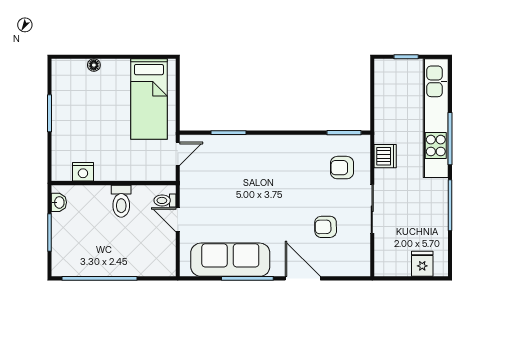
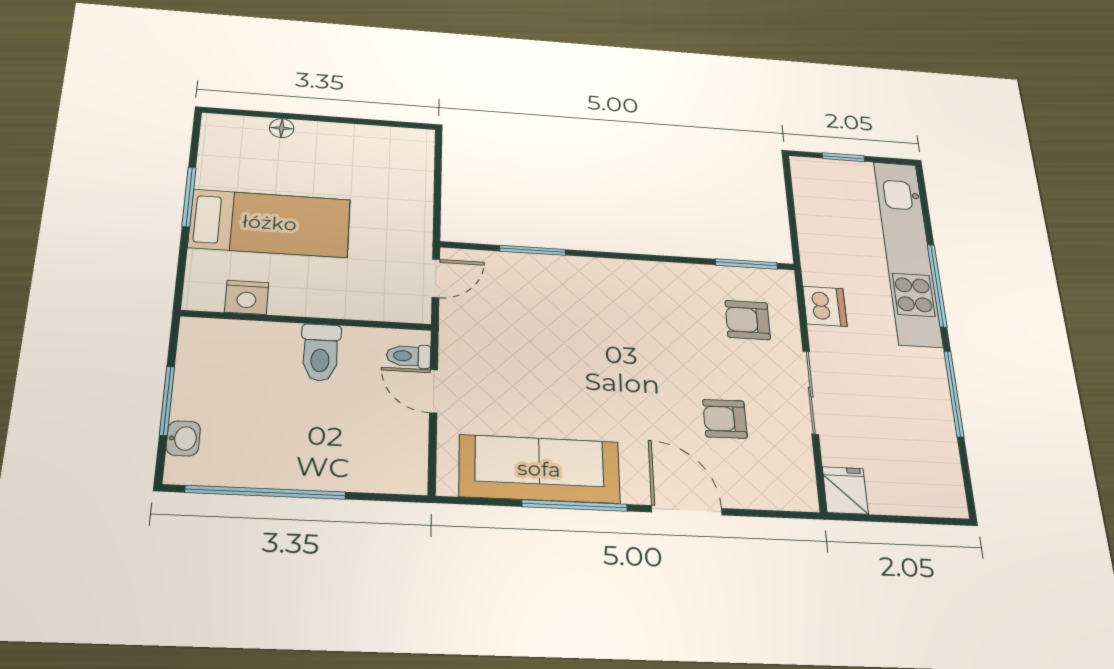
bed: (149, 99) -> (270, 223), moved, turned -90
washbasin: (59, 202) -> (183, 438), moved
fridge: (422, 264) -> (845, 490), moved

